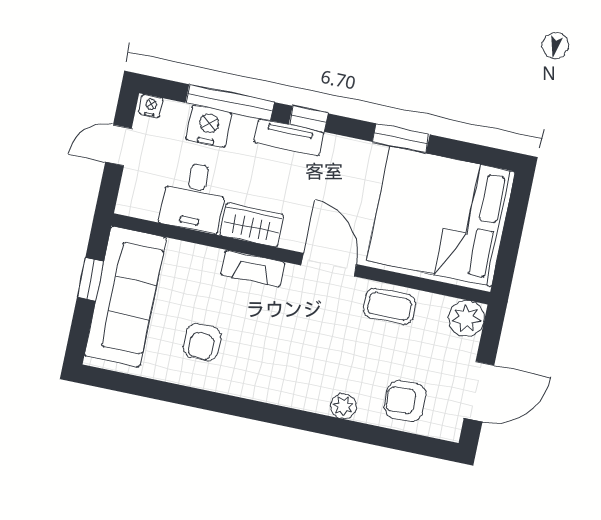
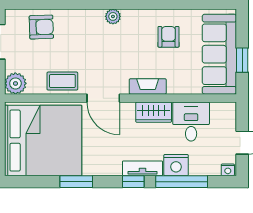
nightstand: (209, 126) -> (176, 165), moved
plant: (343, 406) -> (113, 16), moved

